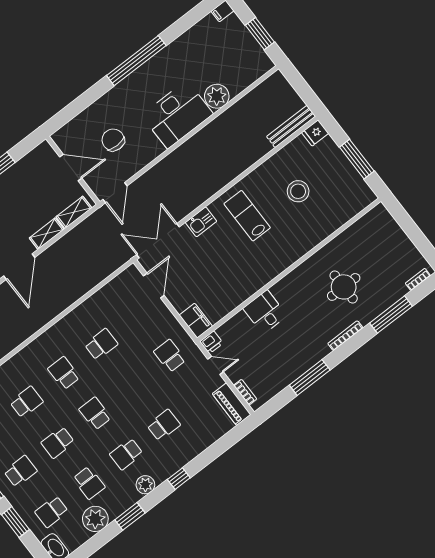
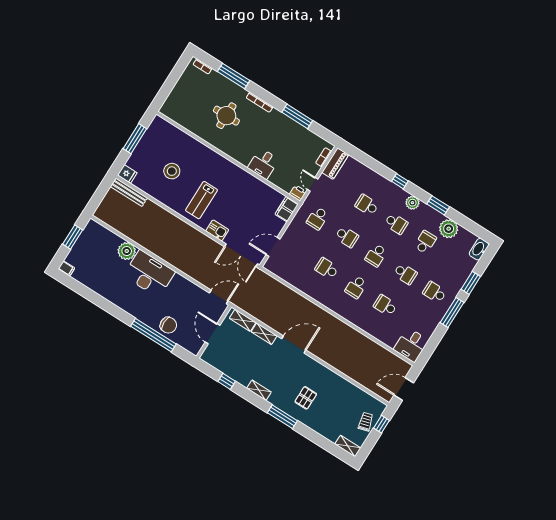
window: (136, 61) -> (153, 335), moved
chair: (113, 140) -> (168, 325), moved, turned -90
school desk: (52, 512) -> (347, 237), moved

